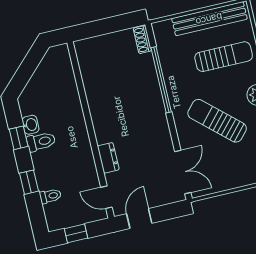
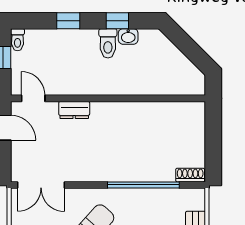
toilet: (50, 196) -> (17, 40), moved
door: (106, 197) -> (33, 98), hinge flipped

